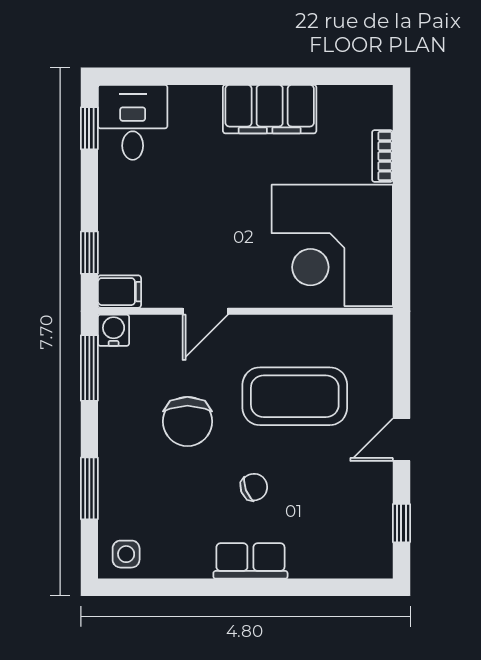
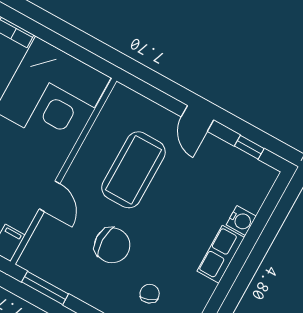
water cooler: (114, 330) -> (241, 220), moved, turned 180
chair: (254, 487) -> (150, 294), moved

